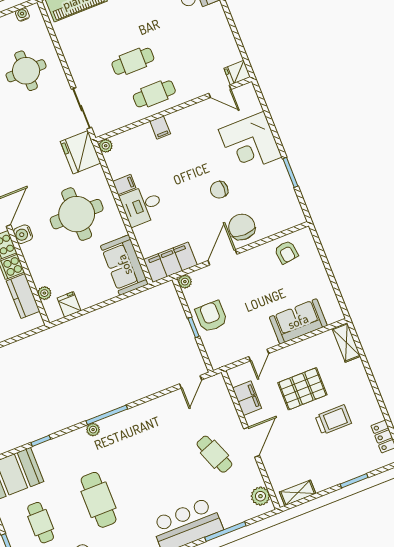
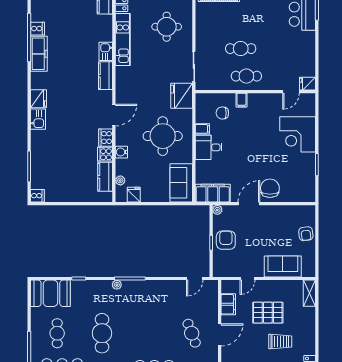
door: (220, 91) -> (291, 92), hinge flipped
plant: (106, 146) -> (200, 98), removed
chair: (219, 190) -> (222, 113), moved
water cooler: (23, 234) -> (121, 152), moved
armchair: (286, 252) -> (306, 234), moved

